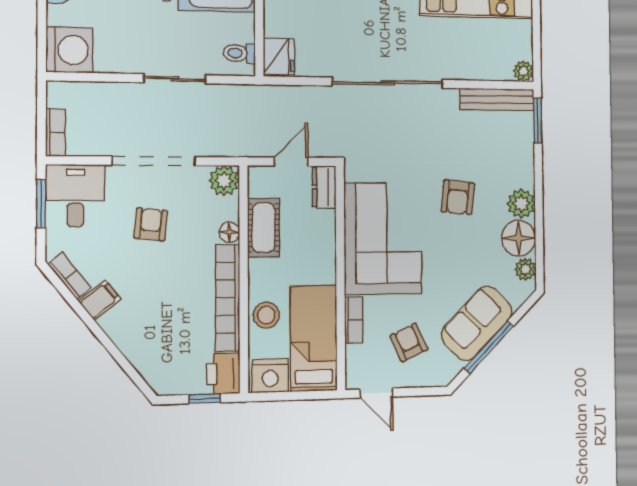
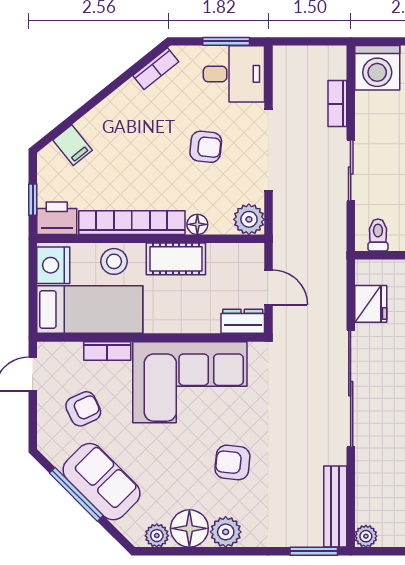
fridge: (279, 56) -> (371, 304), moved, turned -90
bookcase: (55, 132) -> (337, 104), moved, turned 90
cot: (264, 228) -> (176, 259), moved
filing cabinet: (100, 300) -> (73, 145), moved

